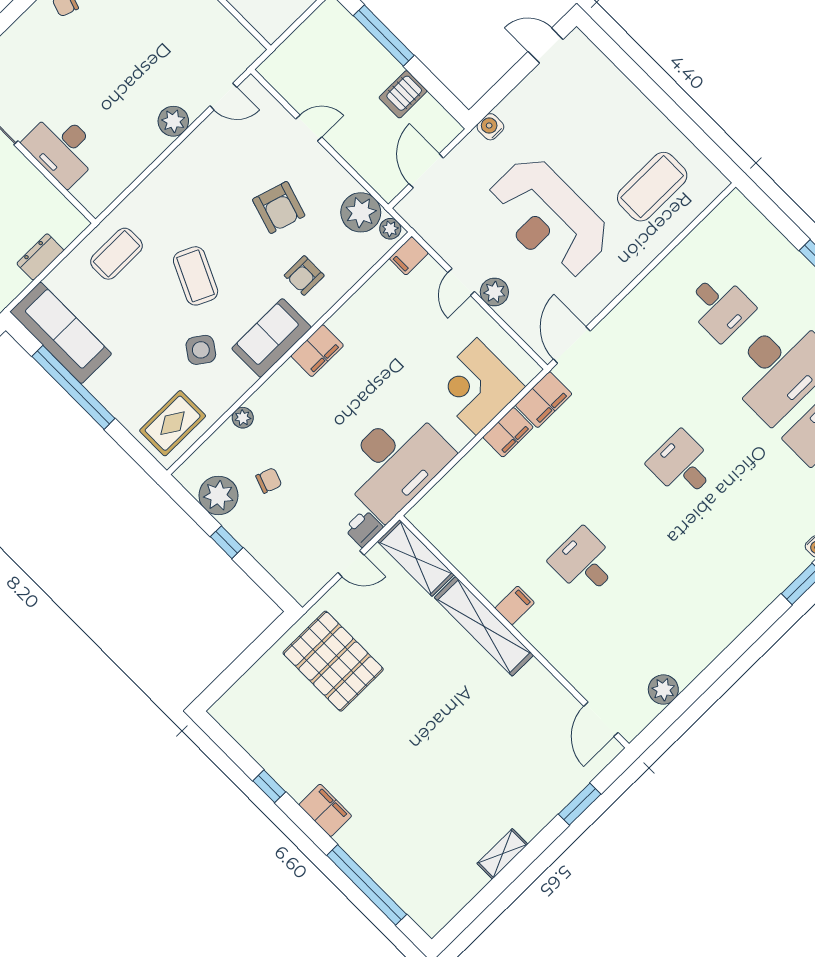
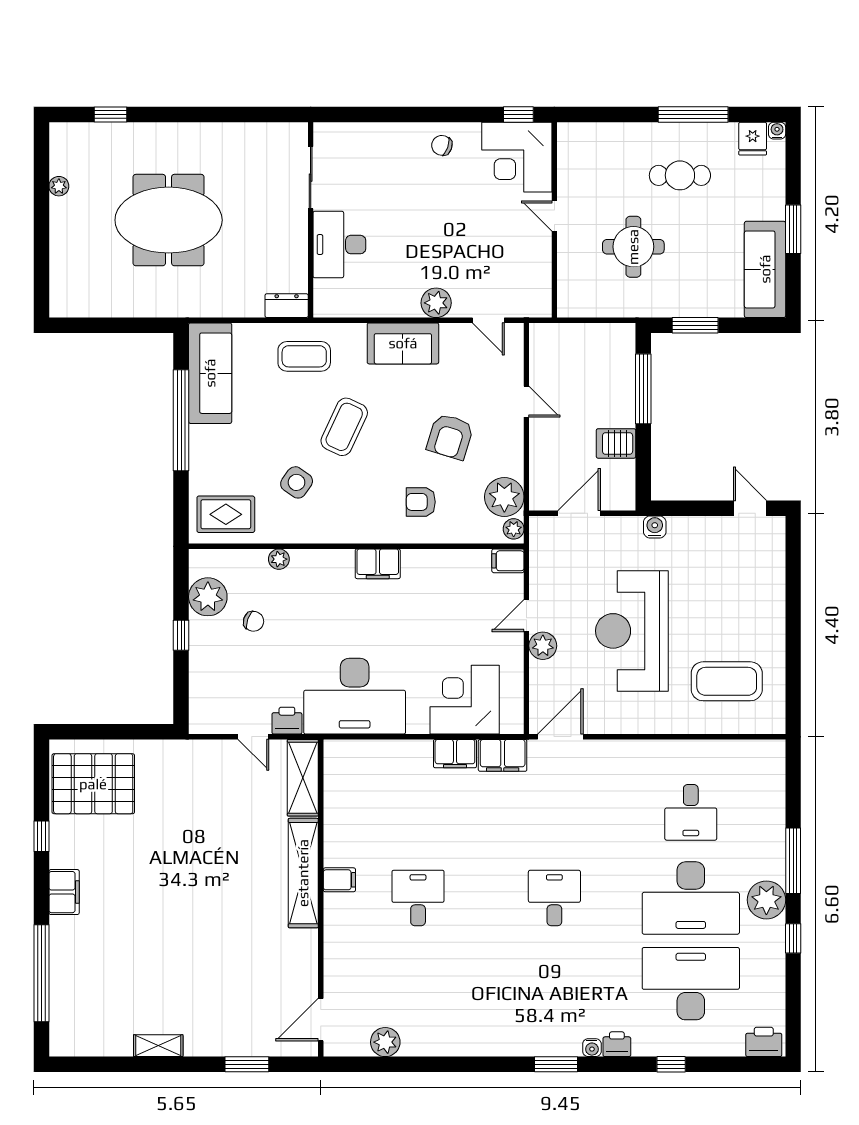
dresser: (40, 257) -> (287, 306), moved
sofa: (271, 338) -> (403, 343), moved, turned 180
pallet: (333, 661) -> (93, 784), moved, turned 90

